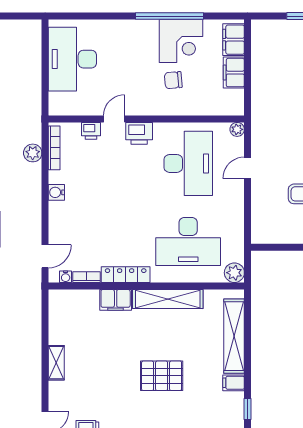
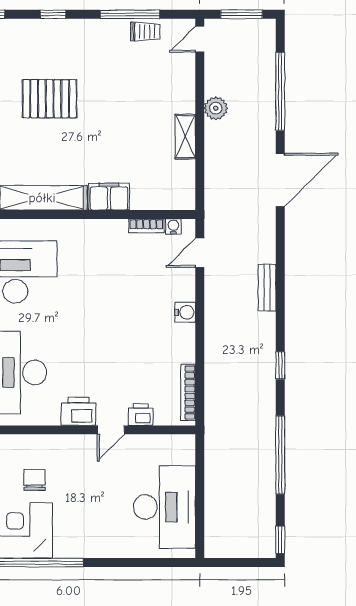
chair: (173, 80) -> (35, 480), turned -85
plant: (33, 153) -> (216, 108), moved
water cooler: (56, 192) -> (185, 312), moved
locker: (126, 275) -> (96, 229), removed
shelving: (56, 363) -> (185, 136), moved

